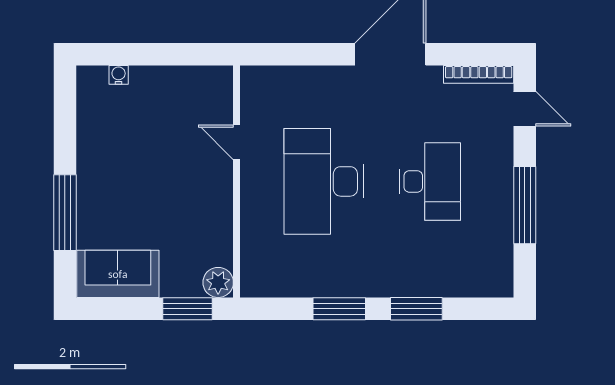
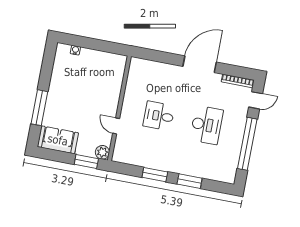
door: (525, 109) -> (256, 100), hinge flipped
door: (237, 142) -> (116, 126), moved
desk: (324, 181) -> (159, 116), width x0.53, depth x0.77
window: (525, 205) -> (247, 144), width x1.46

